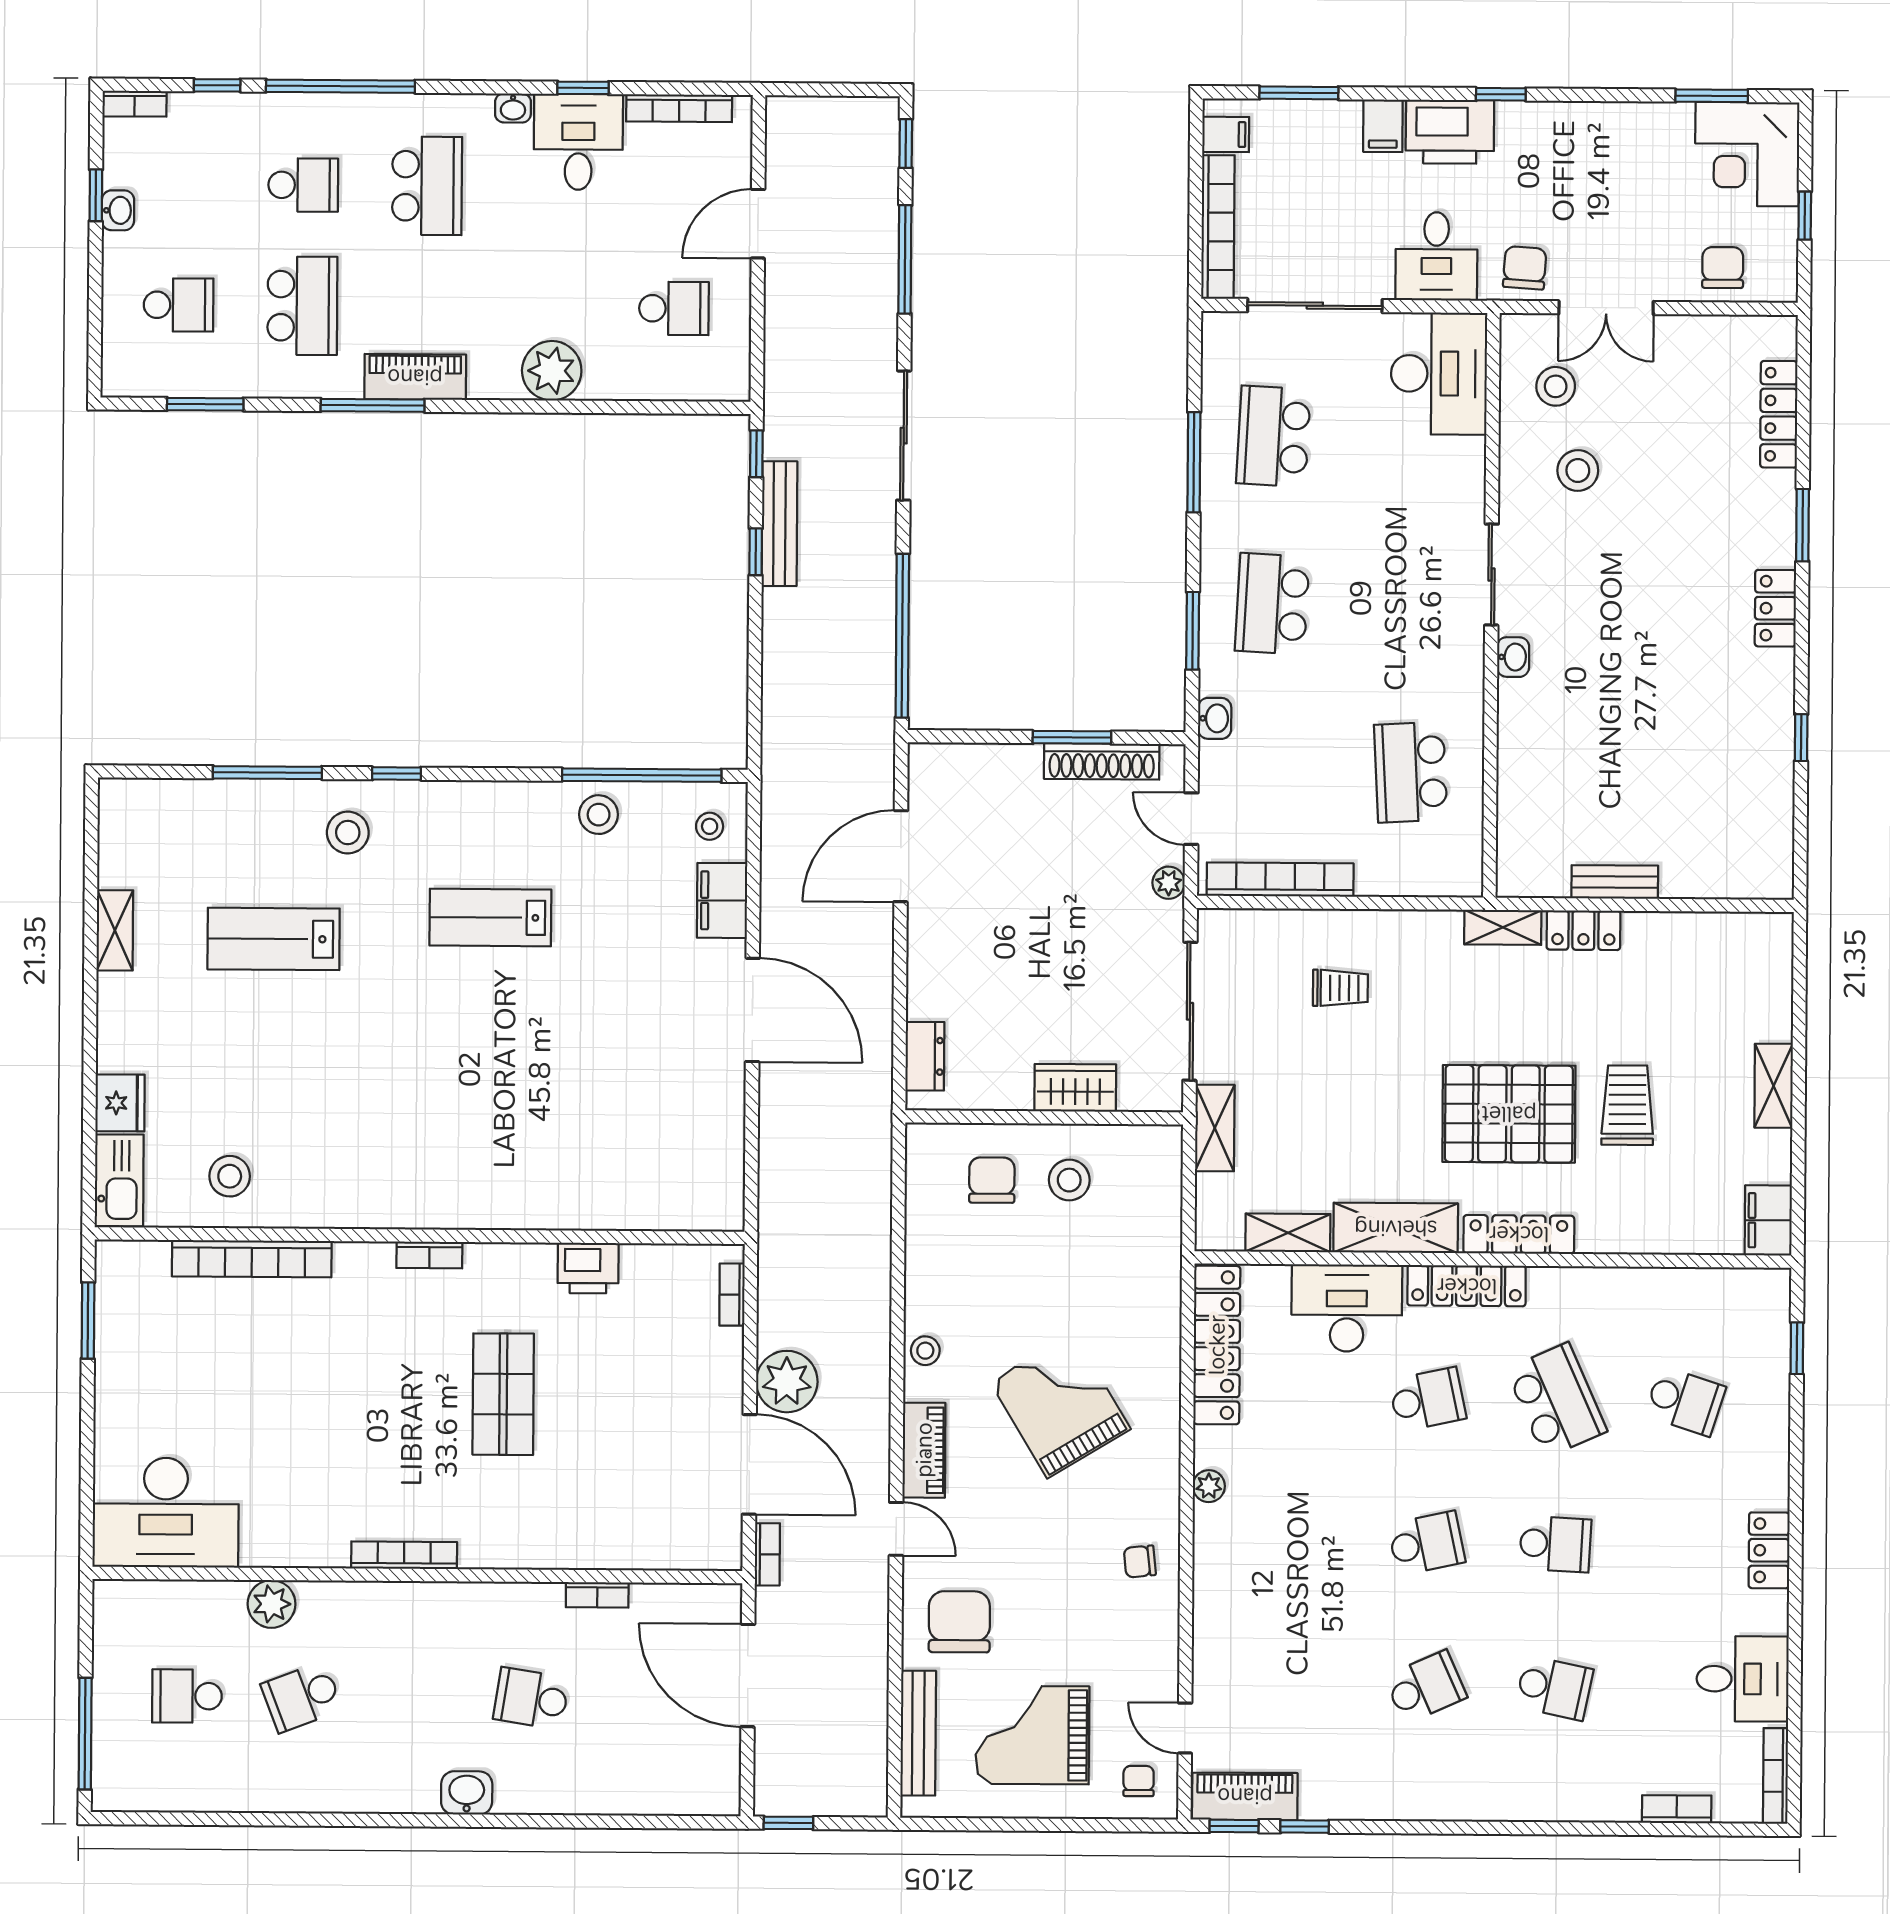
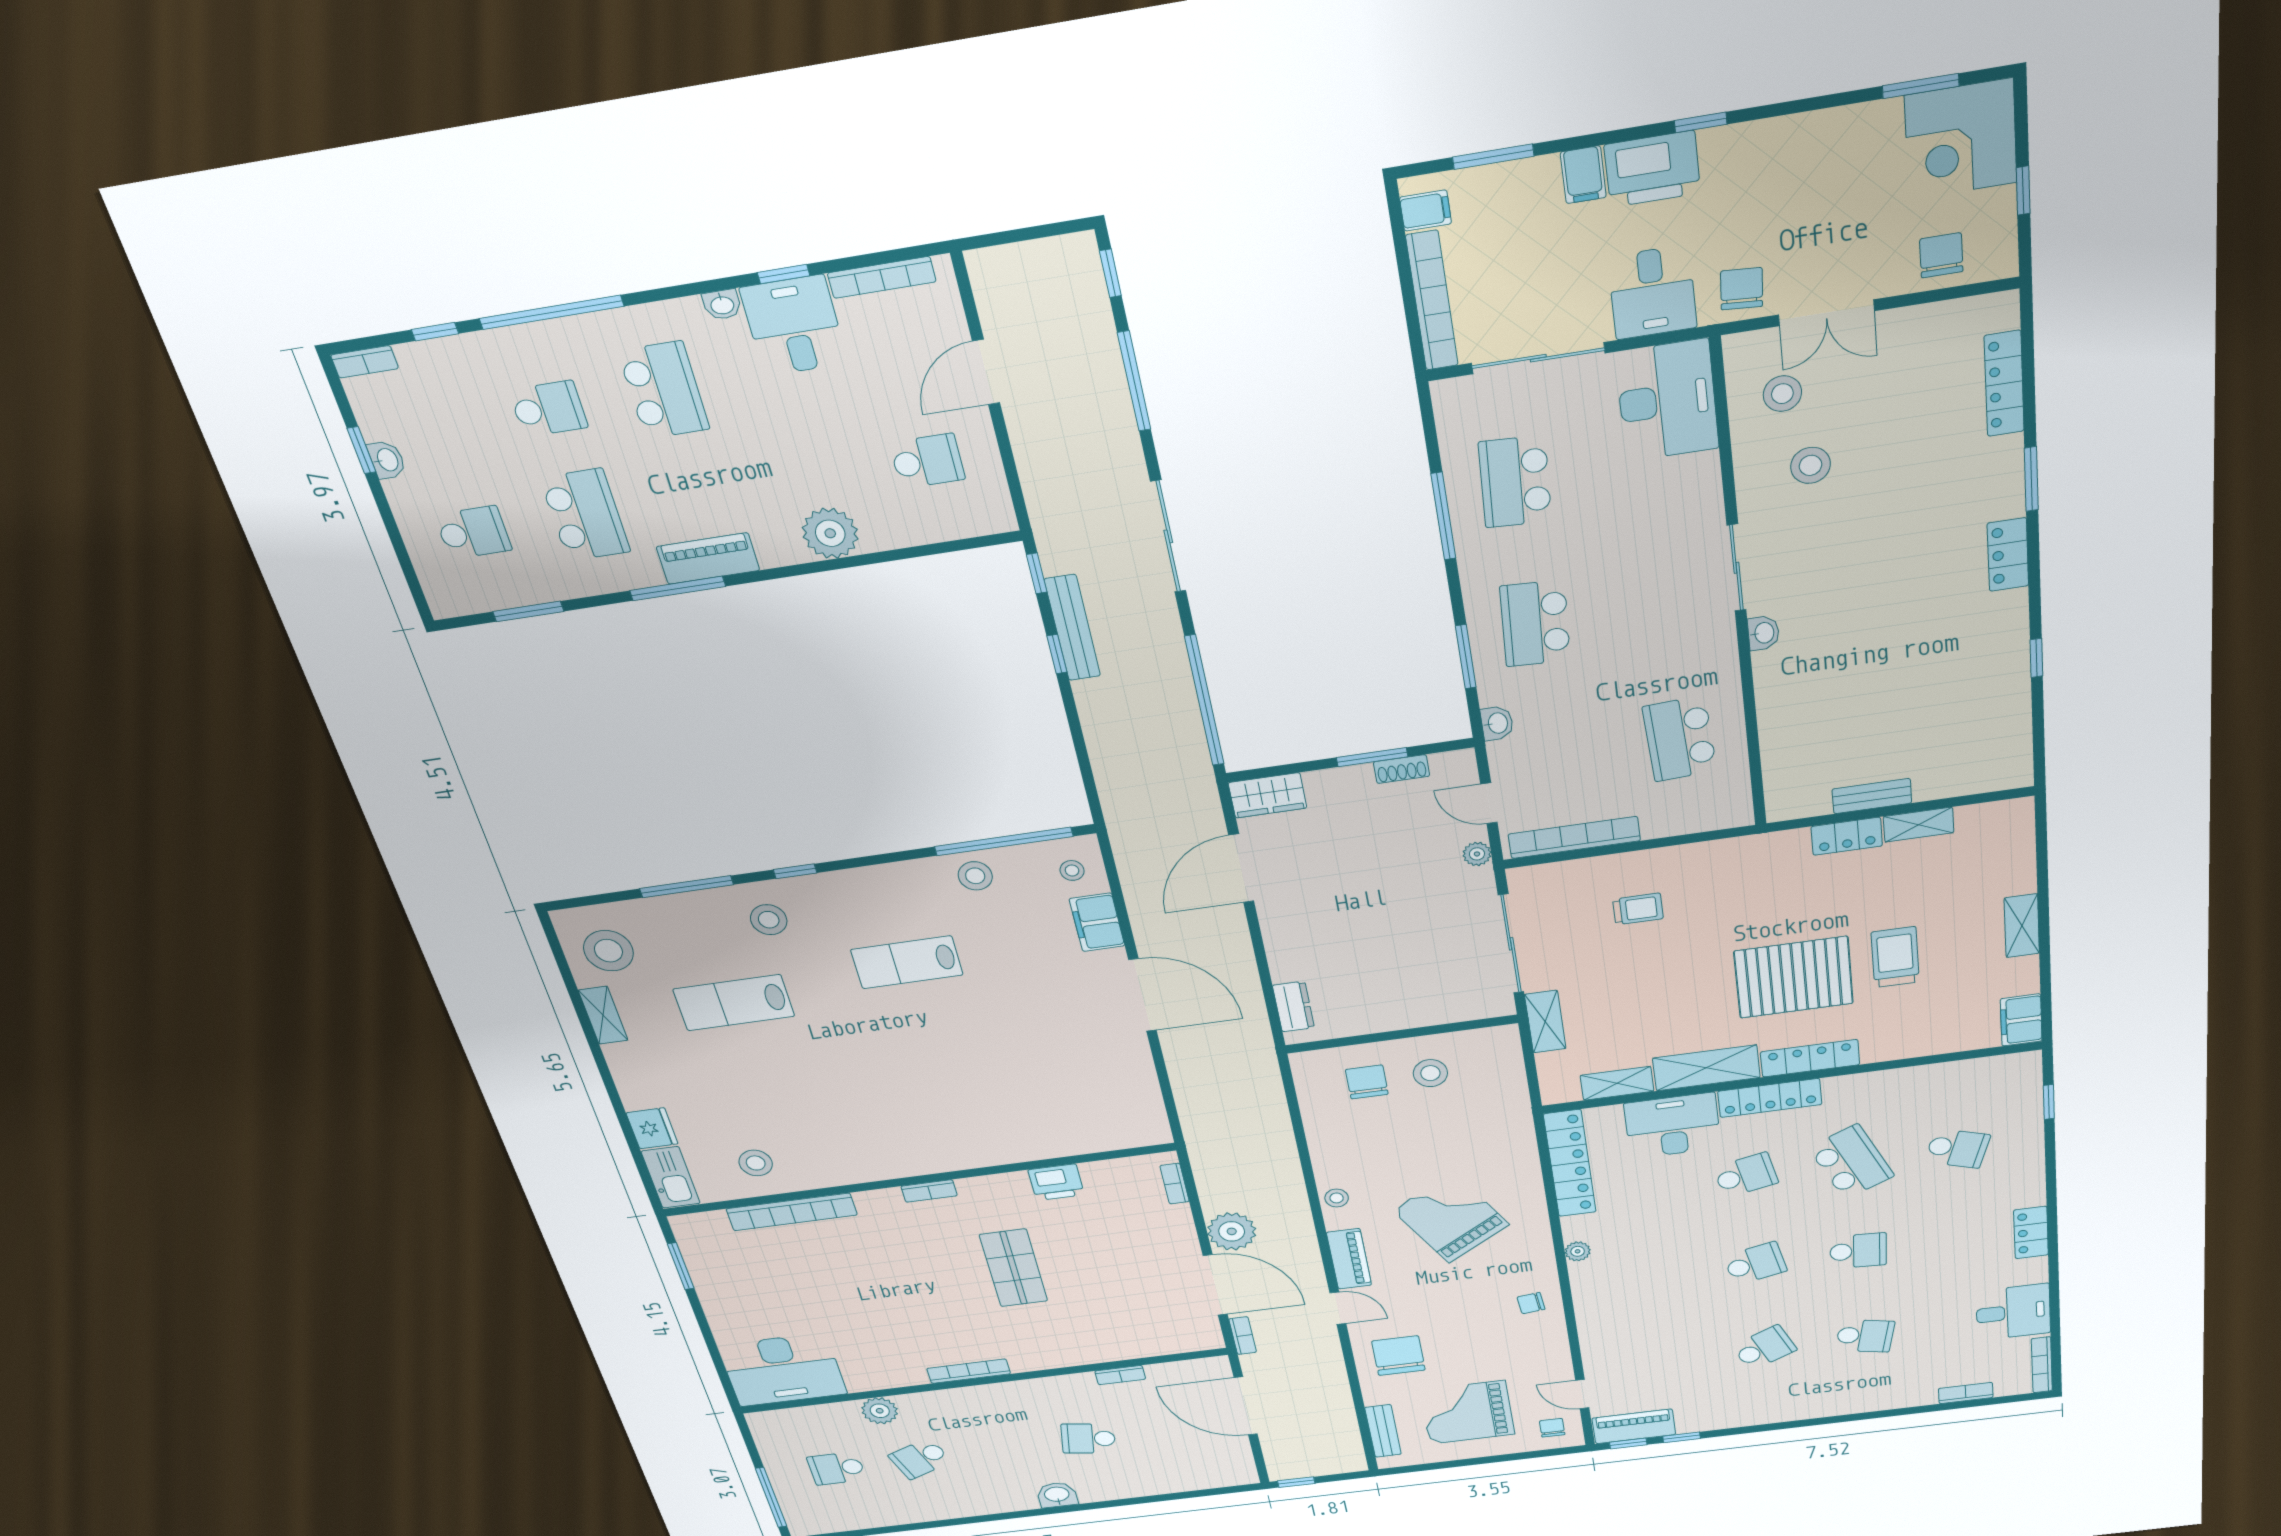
shoe rack: (1102, 761) -> (1401, 769), width x0.51, depth x0.81
stool: (151, 843) -> (608, 951), added
shelving: (1503, 927) -> (1919, 825), moved
wardrobe: (1075, 1088) -> (1268, 795), moved, turned 180
bench: (918, 1733) -> (1383, 1431), width x0.73

